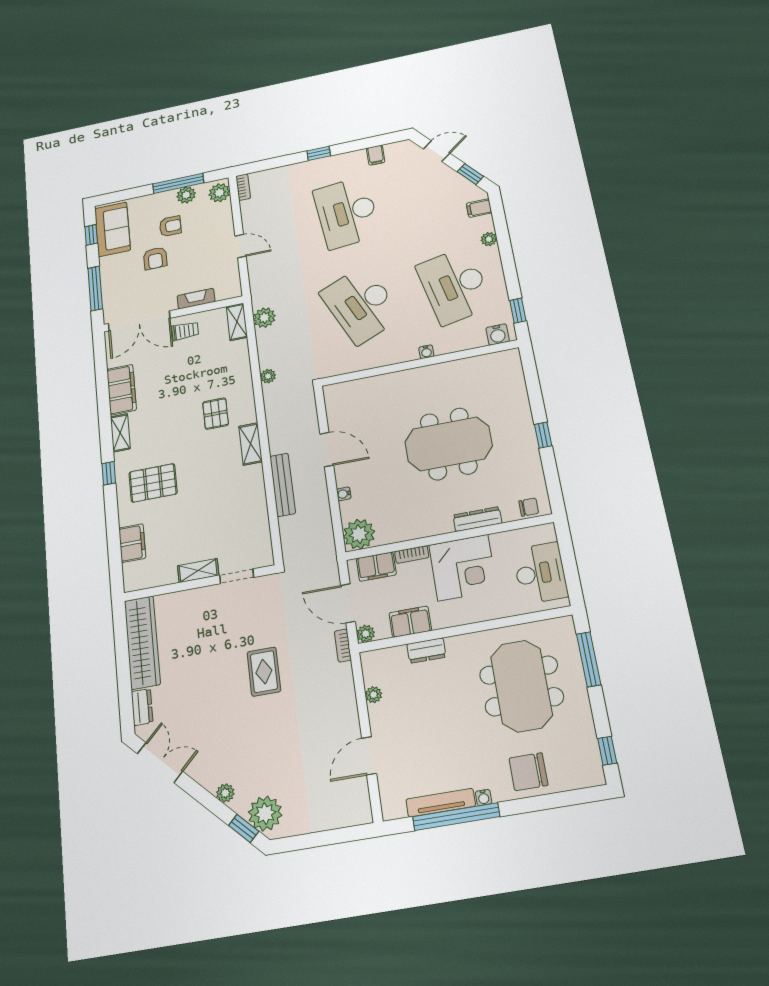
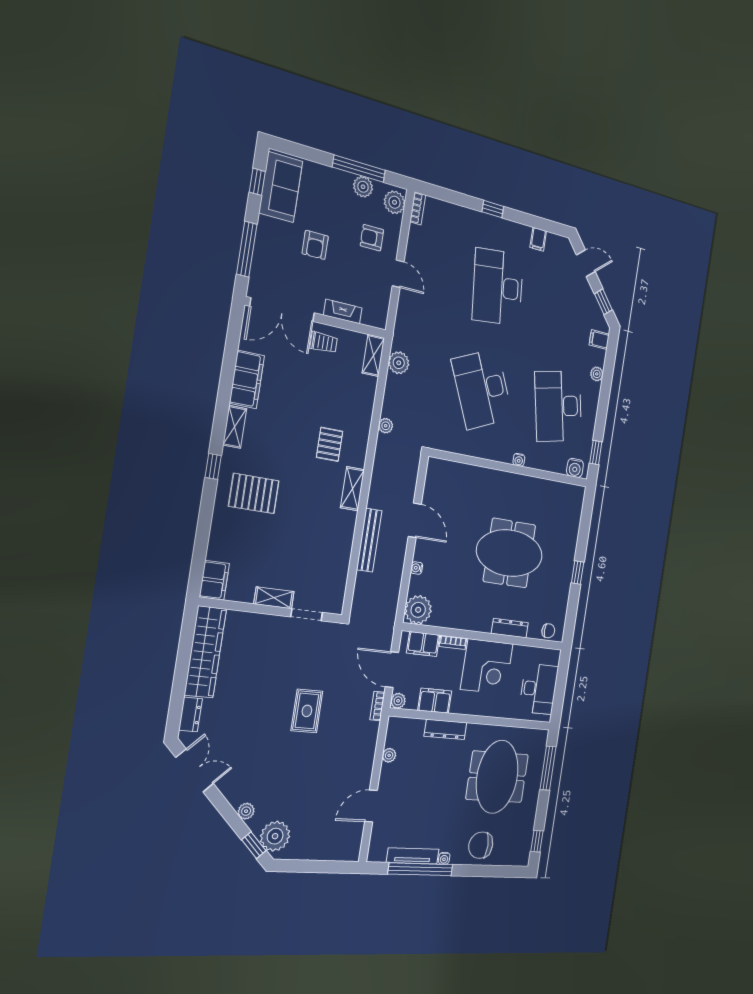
armchair: (170, 226) -> (372, 238), moved, turned 180
filing cabinet: (132, 543) -> (214, 580), moved
dresser: (426, 651) -> (445, 729), width x1.44

